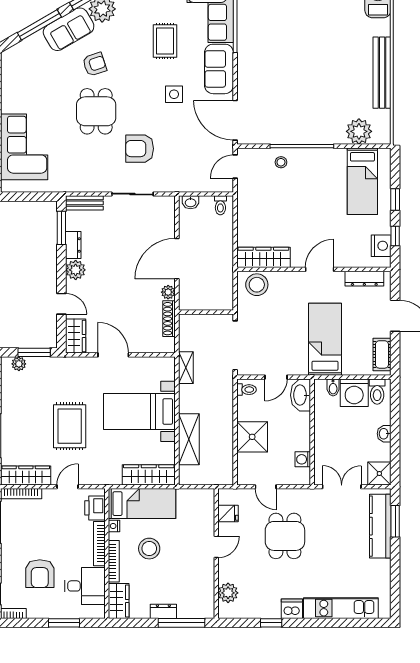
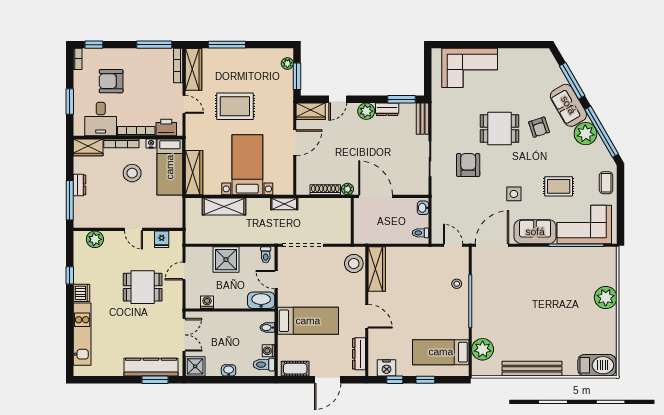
wall: (206, 312) -> (352, 221), moved
washing machine: (354, 393) -> (268, 351), width x0.53, depth x0.53

